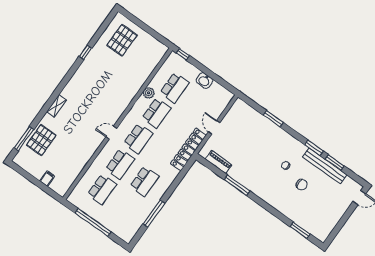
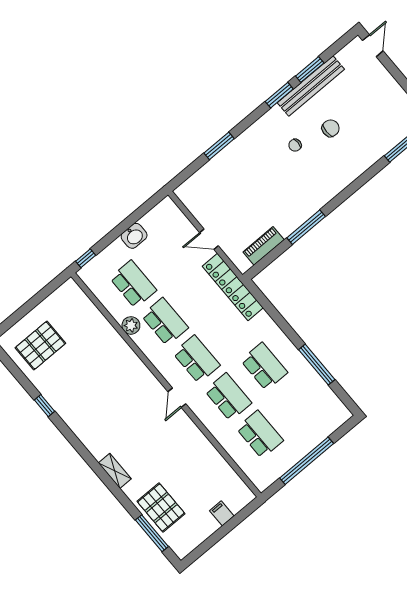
pallet: (122, 40) -> (40, 345), turned 90

